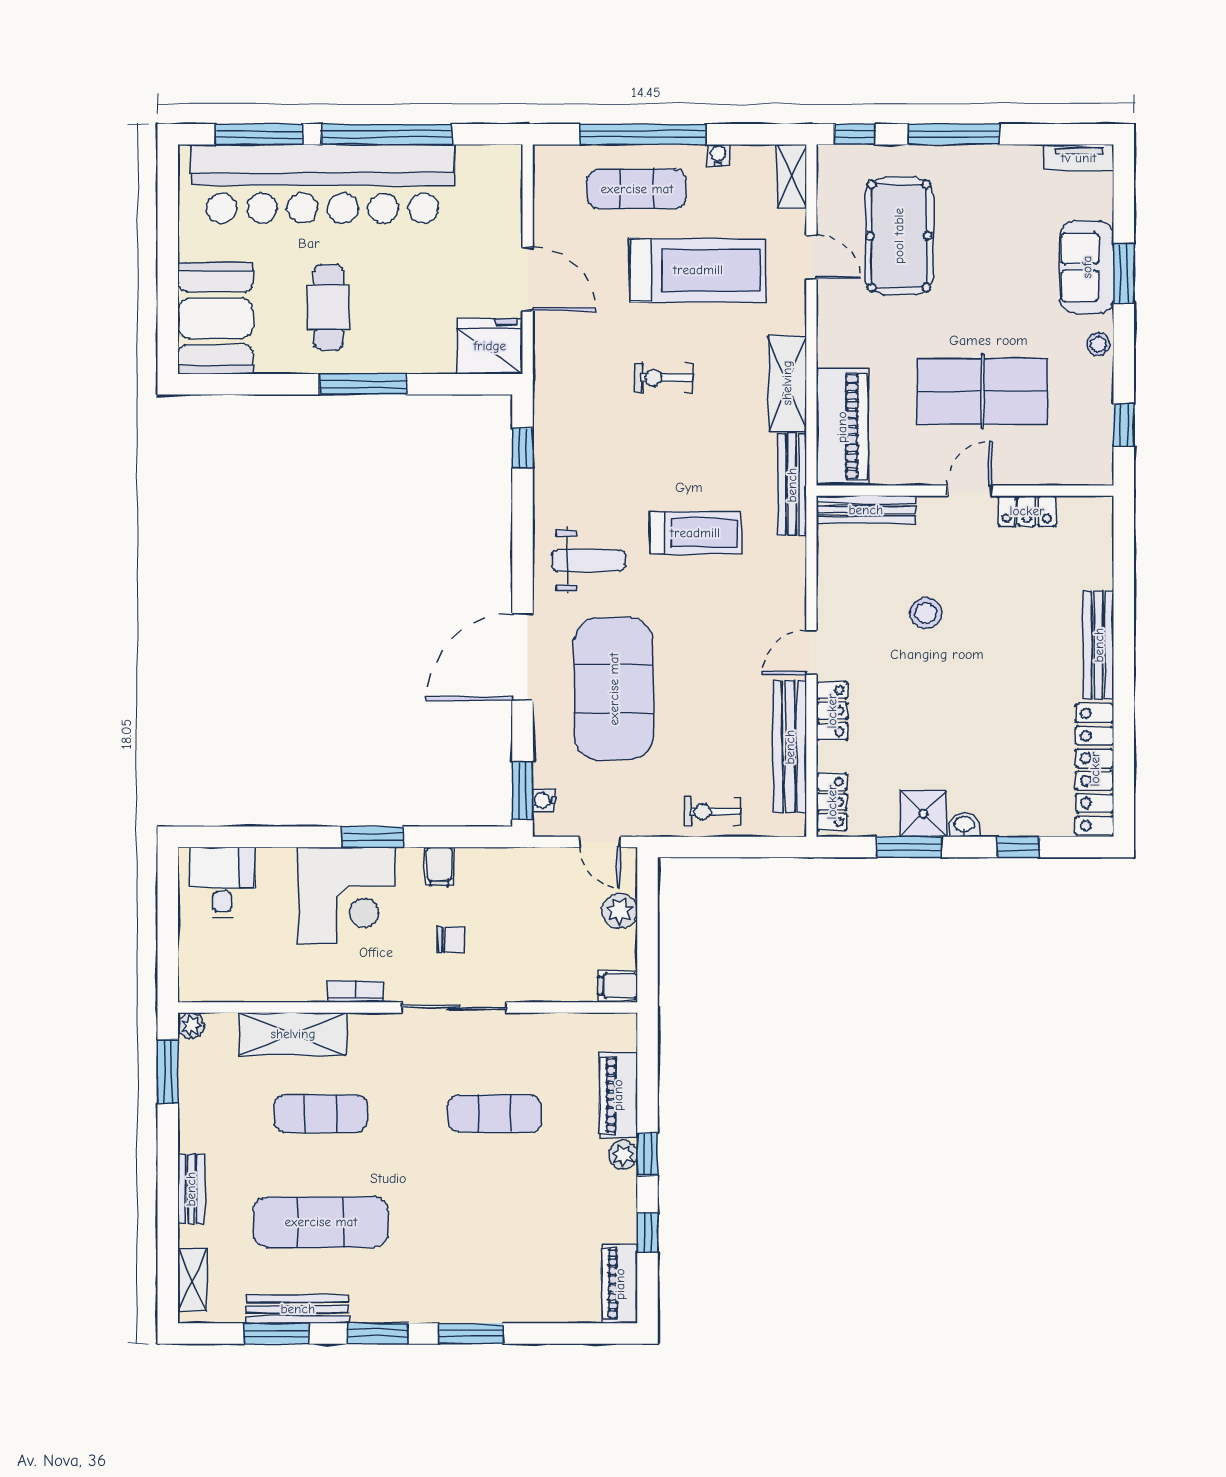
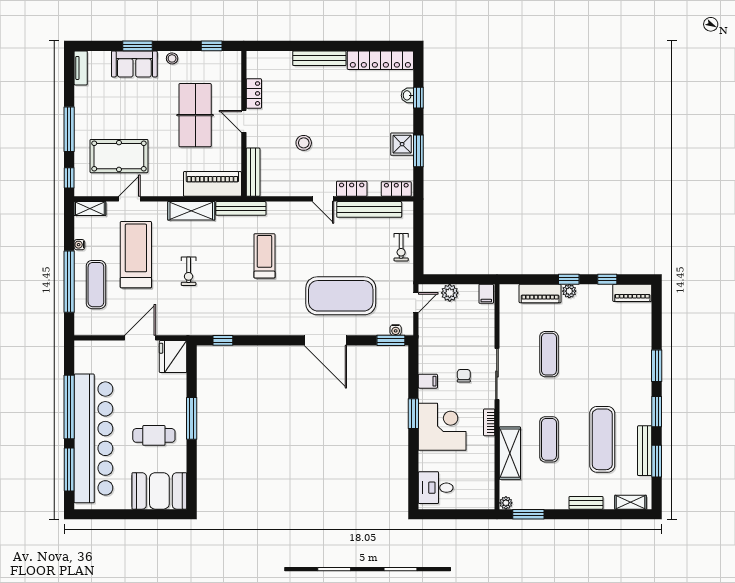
weight bench: (588, 561) -> (278, 308), removed
washbasin: (964, 825) -> (407, 95), moved

